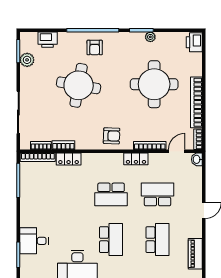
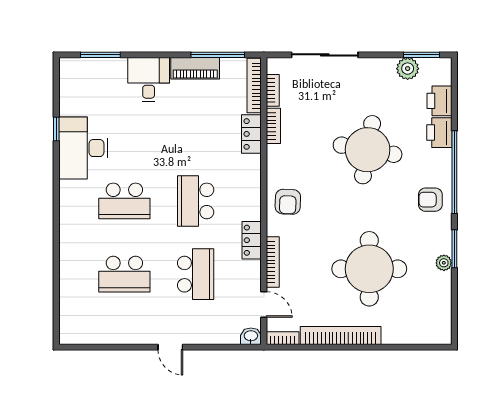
printer: (194, 42) -> (439, 133), moved, turned -90
armchair: (95, 48) -> (430, 200), moved
desk: (34, 241) -> (149, 80), moved
piano: (195, 254) -> (195, 68), moved, turned 180

